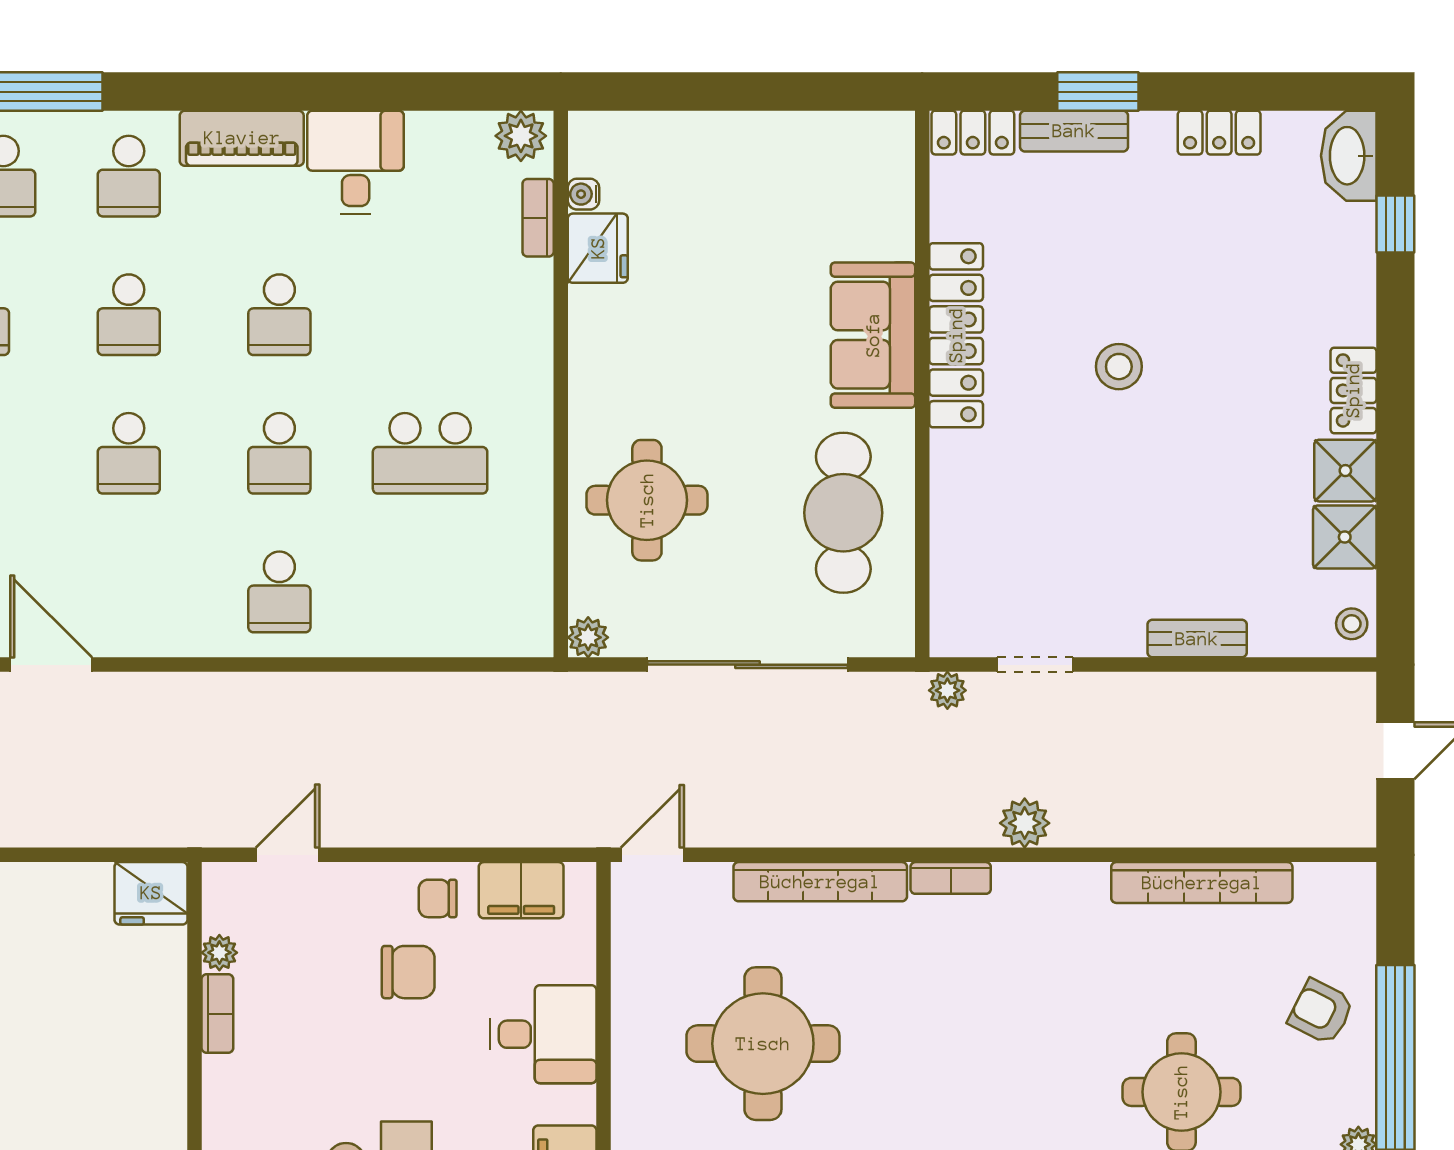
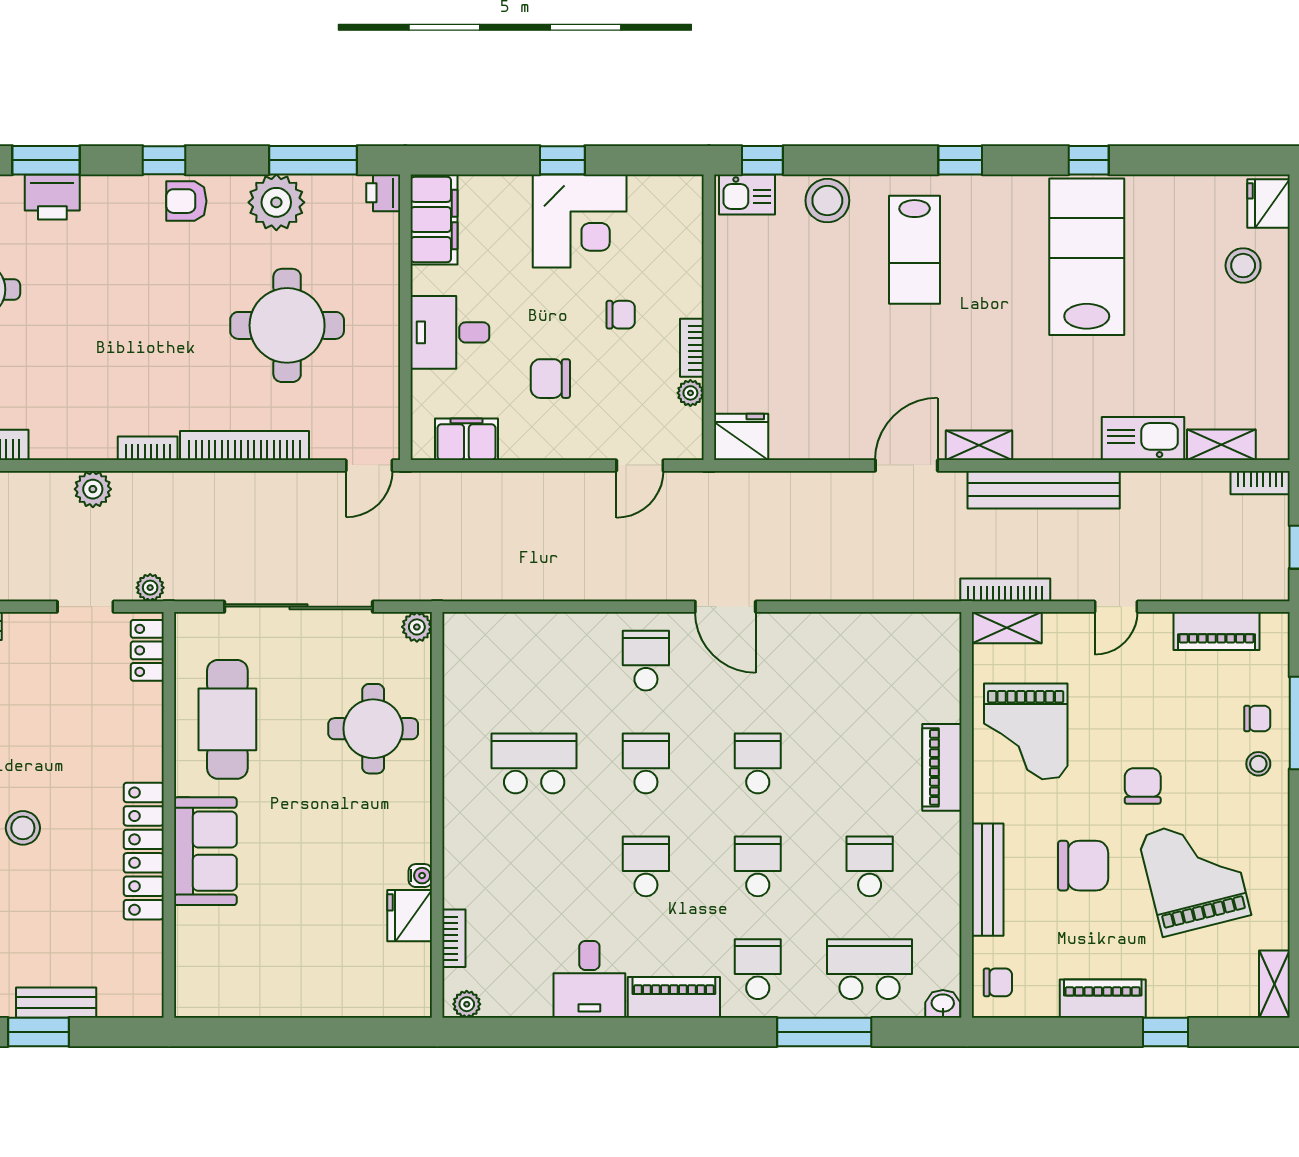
locker: (973, 133) -> (147, 650), moved, turned -90
plant: (521, 136) -> (467, 1004), width x0.73, depth x0.73
water cooler: (583, 194) -> (420, 876), moved
door: (51, 665) -> (725, 607), moved
chair: (438, 898) -> (621, 315), moved

